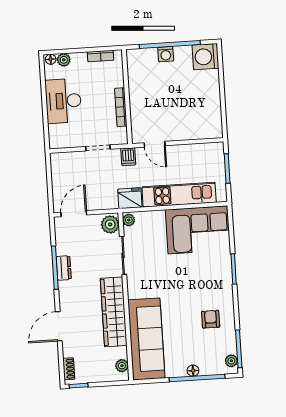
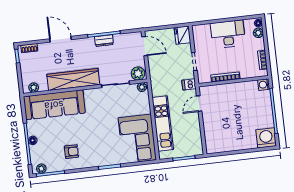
washing machine: (166, 54) -> (264, 85), moved
fridge: (130, 198) -> (182, 35), moved, turned 180

